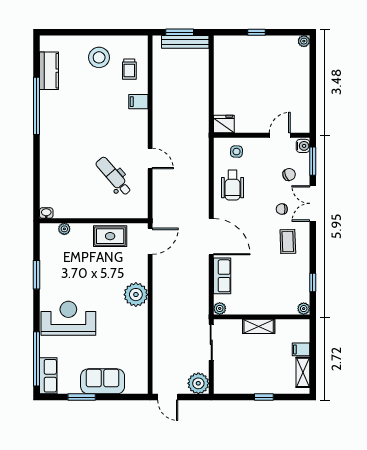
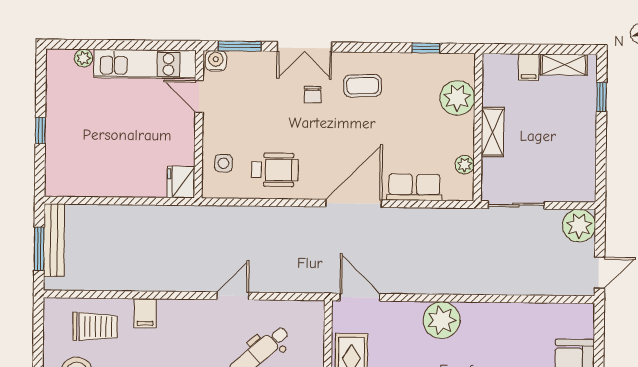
plant: (304, 41) -> (84, 58), moved
trolley: (129, 69) -> (95, 327), width x1.36, depth x1.39
kitchen unit: (300, 100) -> (145, 64), added
chair: (289, 175) -> (260, 83), removed
plant: (220, 308) -> (465, 165), moved
plant: (304, 309) -> (457, 98), moved, width x1.88, depth x1.88
window: (264, 397) -> (601, 97), moved

